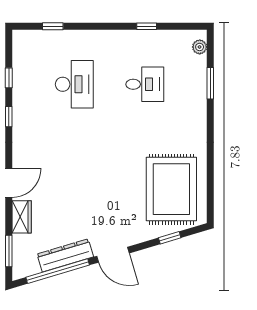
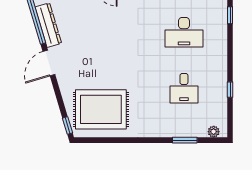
window: (170, 238) -> (68, 126), moved

